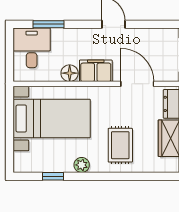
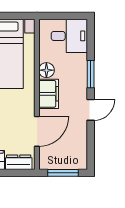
window: (48, 24) -> (91, 74), moved

